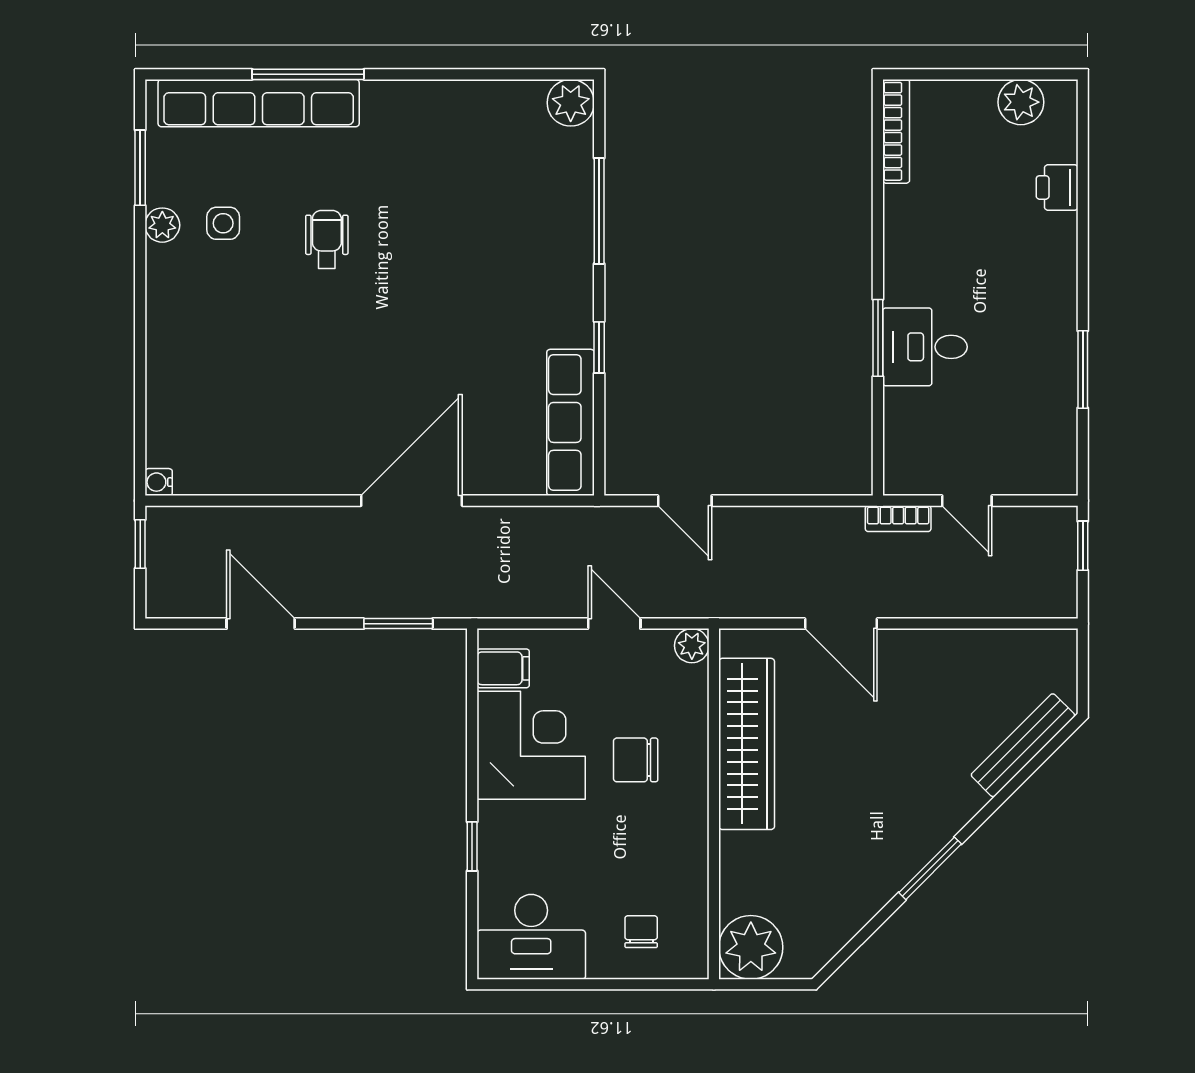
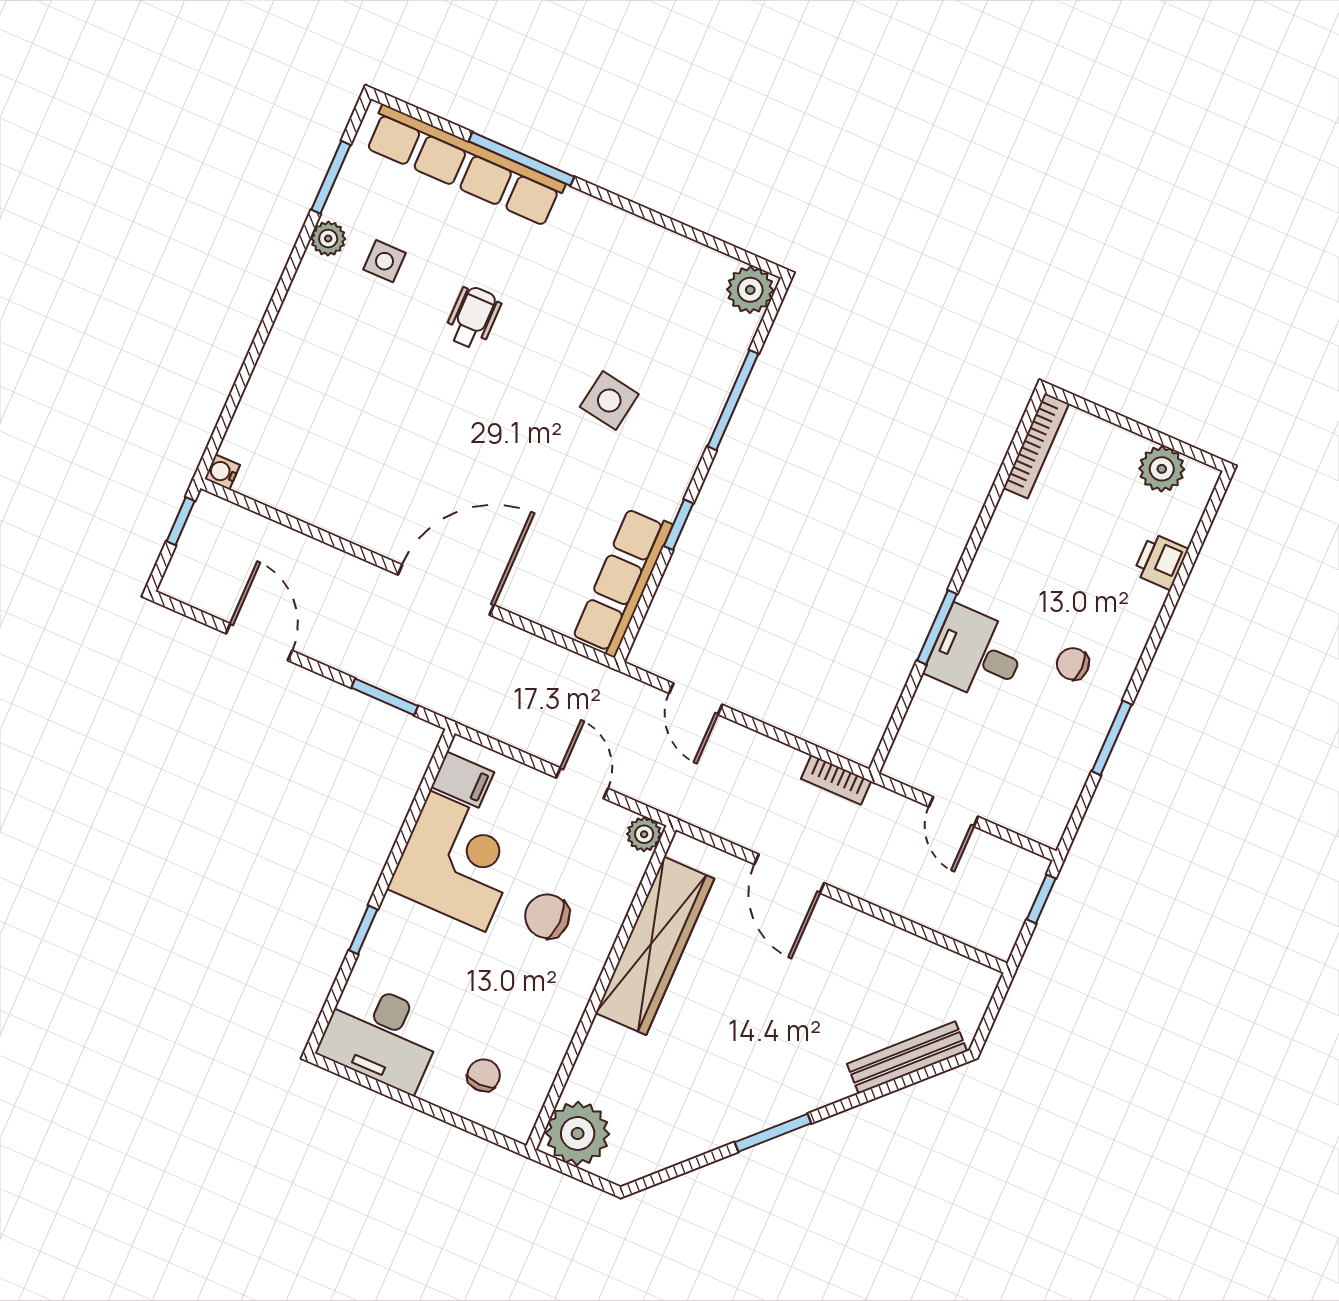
side table: (486, 261) -> (609, 400), added
chair: (1017, 317) -> (1073, 664), added
bookcase: (898, 519) -> (836, 780), moved

